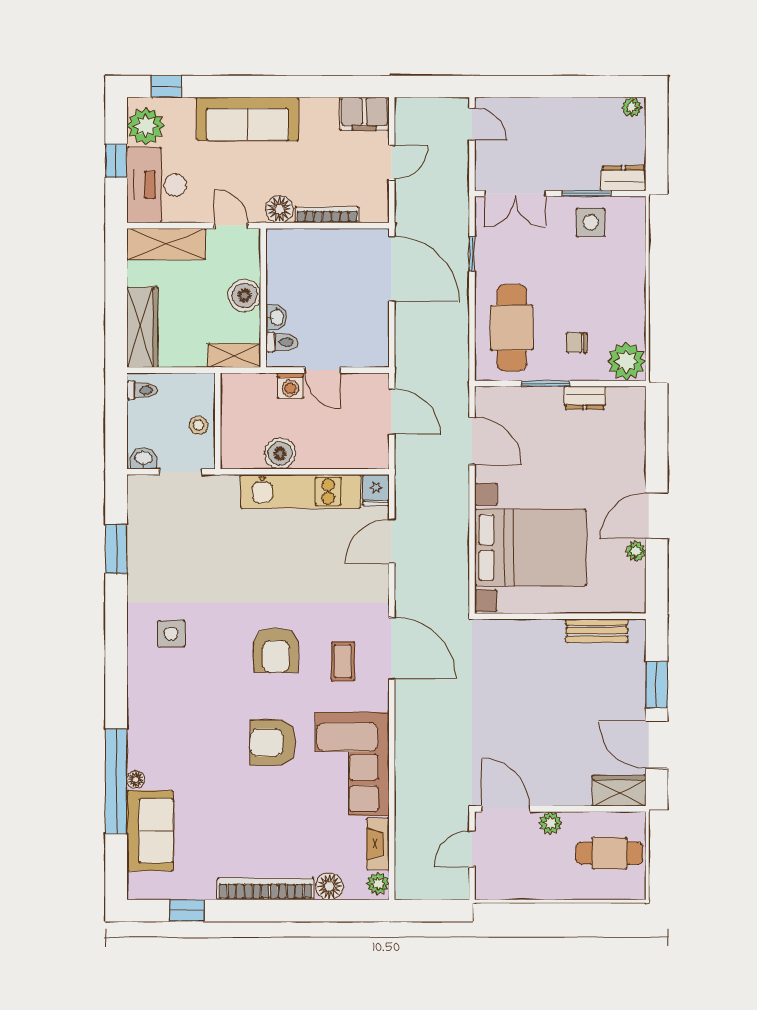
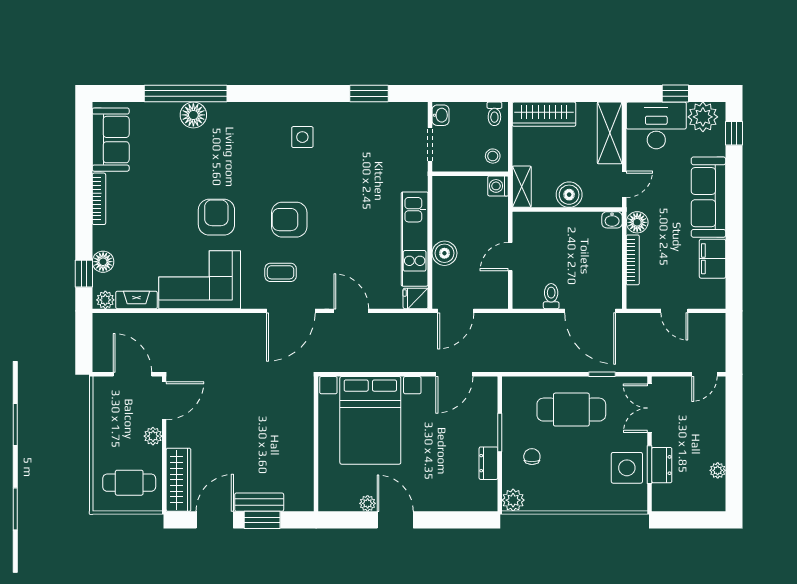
plant: (632, 107) -> (718, 470), moved
filing cabinet: (364, 114) -> (713, 259), moved
dresser: (623, 178) -> (662, 465), moved
side table: (591, 222) -> (627, 468), width x1.37, depth x1.37
door: (392, 269) -> (590, 311), hinge flipped
washbasin: (276, 317) -> (612, 220), moved
cafe table: (512, 328) -> (571, 410), moved
toilet: (282, 342) -> (551, 296), moved, turned 180
plant: (626, 361) -> (513, 500), width x0.73, depth x0.73
washing machine: (290, 386) -> (498, 186), moved
door: (392, 412) -> (456, 311), moved
stool: (199, 425) -> (493, 156), moved
boiler: (280, 453) -> (444, 253), moved
door: (392, 541) -> (351, 311), moved
bench: (597, 631) -> (259, 502), moved, turned 90
floor lamp: (136, 780) -> (193, 115), width x1.89, depth x1.89
wardrobe: (619, 791) -> (178, 480), width x1.50
sofa: (150, 831) -> (111, 140), moved, turned -90
door: (472, 849) -> (133, 374), width x1.38
cafe table: (609, 853) -> (129, 483), turned 90
bookcase: (265, 889) -> (99, 199), width x0.68, depth x0.76
window: (187, 911) -> (84, 274), moved

